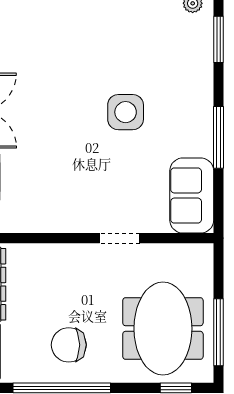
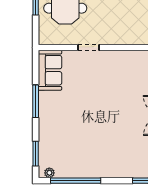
side table: (126, 112) -> (85, 115), removed

